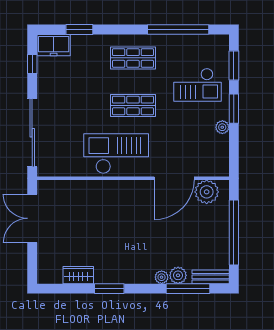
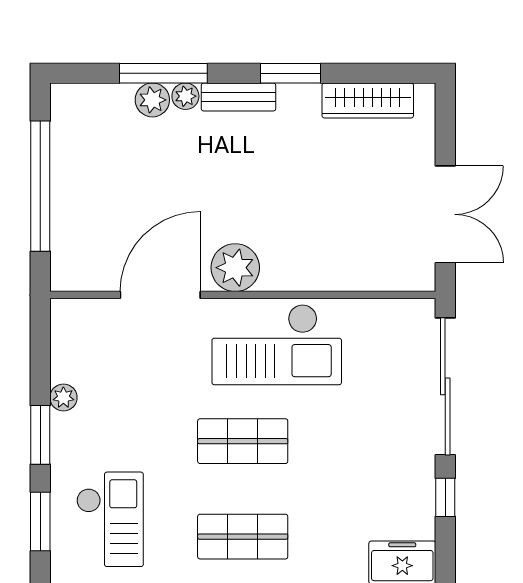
window: (32, 64) -> (445, 497), moved
checkout: (197, 85) -> (110, 519), moved, turned 90
plant: (207, 192) -> (235, 268), moved
wardrobe: (78, 275) -> (368, 100), width x1.50
bench: (211, 277) -> (238, 97), moved
window: (188, 289) -> (163, 73), moved

